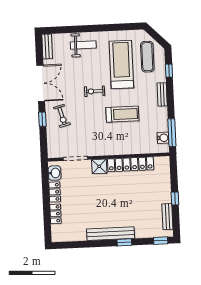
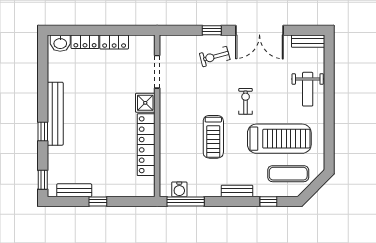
washbasin: (55, 173) -> (60, 43), moved

